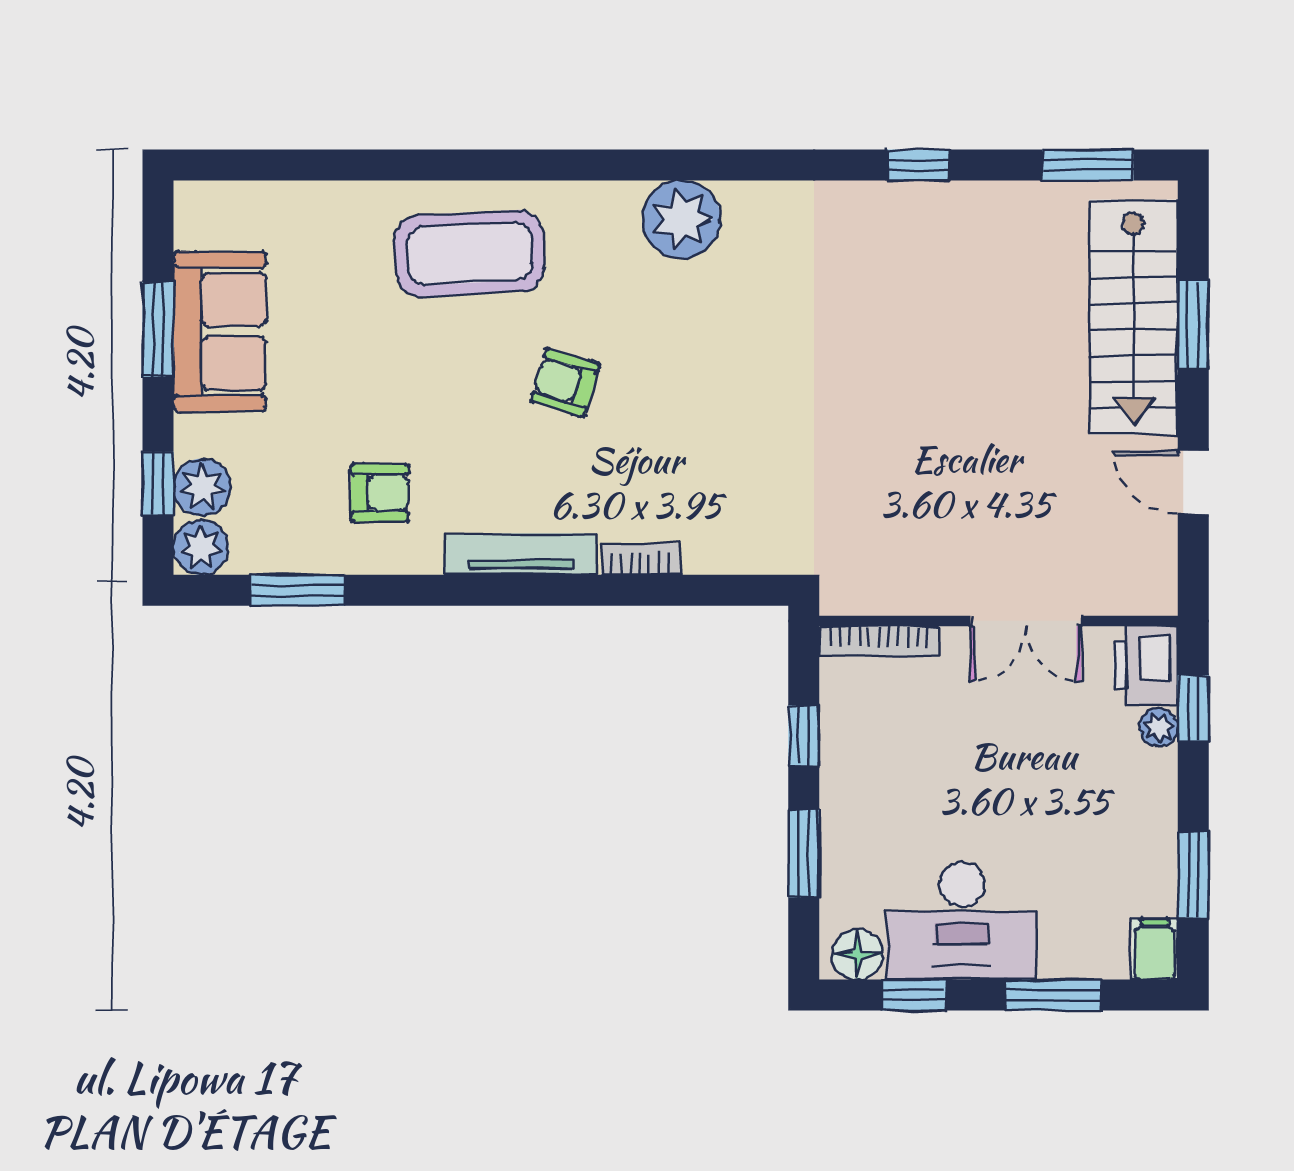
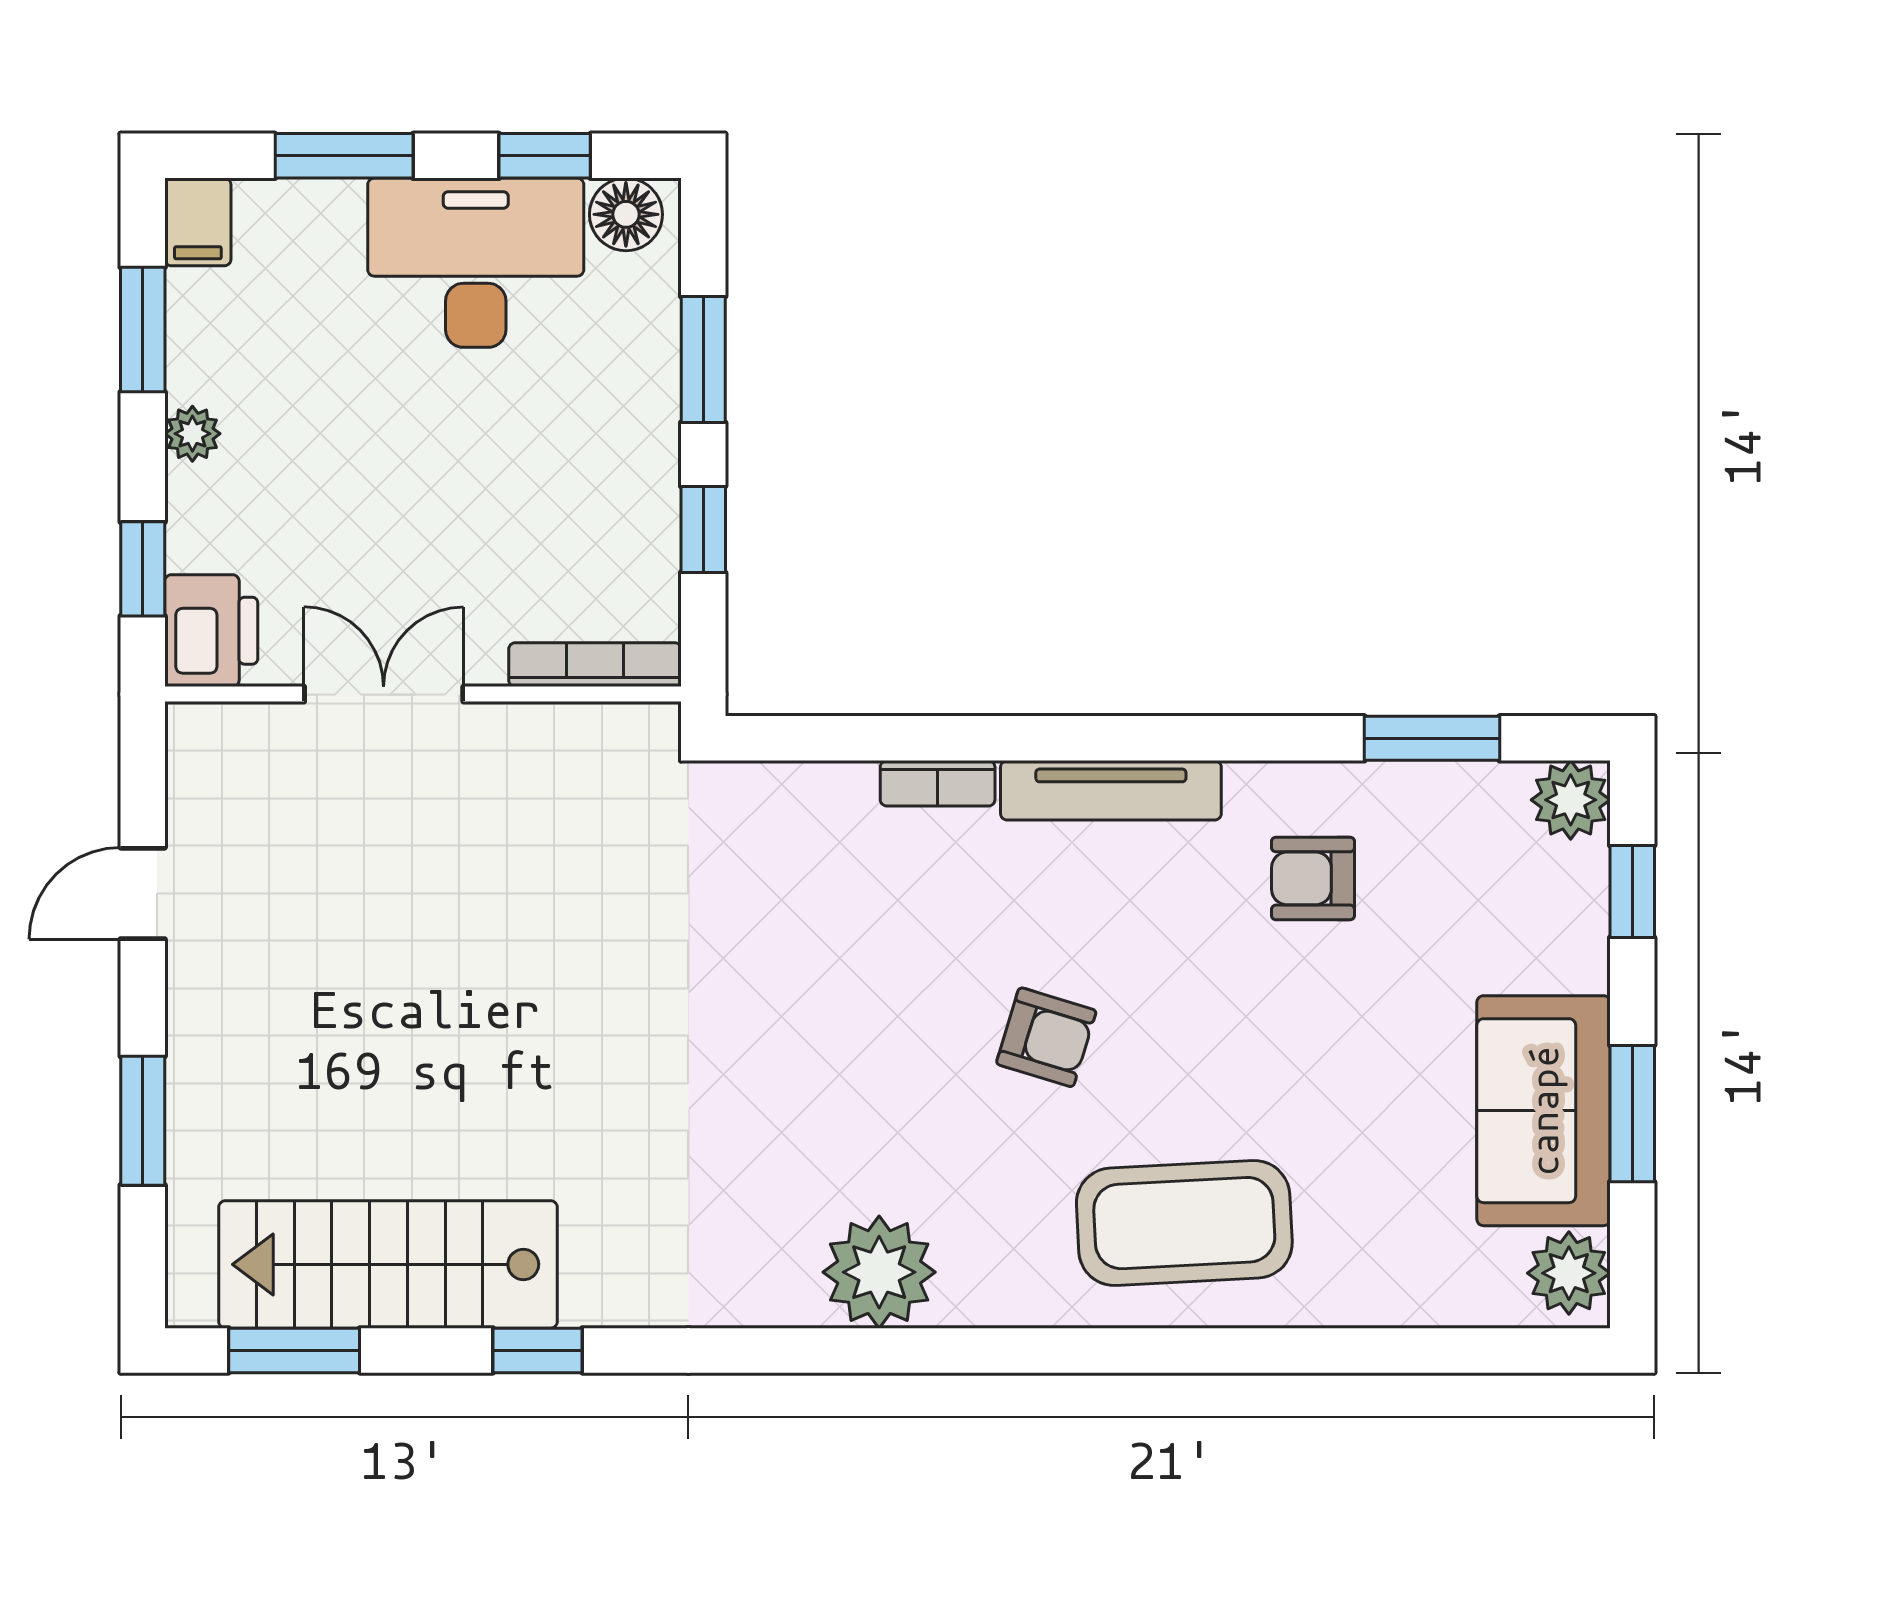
stairs: (1134, 317) -> (388, 1264), moved, turned -90
door: (1193, 482) -> (143, 893), swing flipped
plant: (202, 487) -> (1569, 1273), moved
plant: (1159, 727) -> (192, 434), moved

